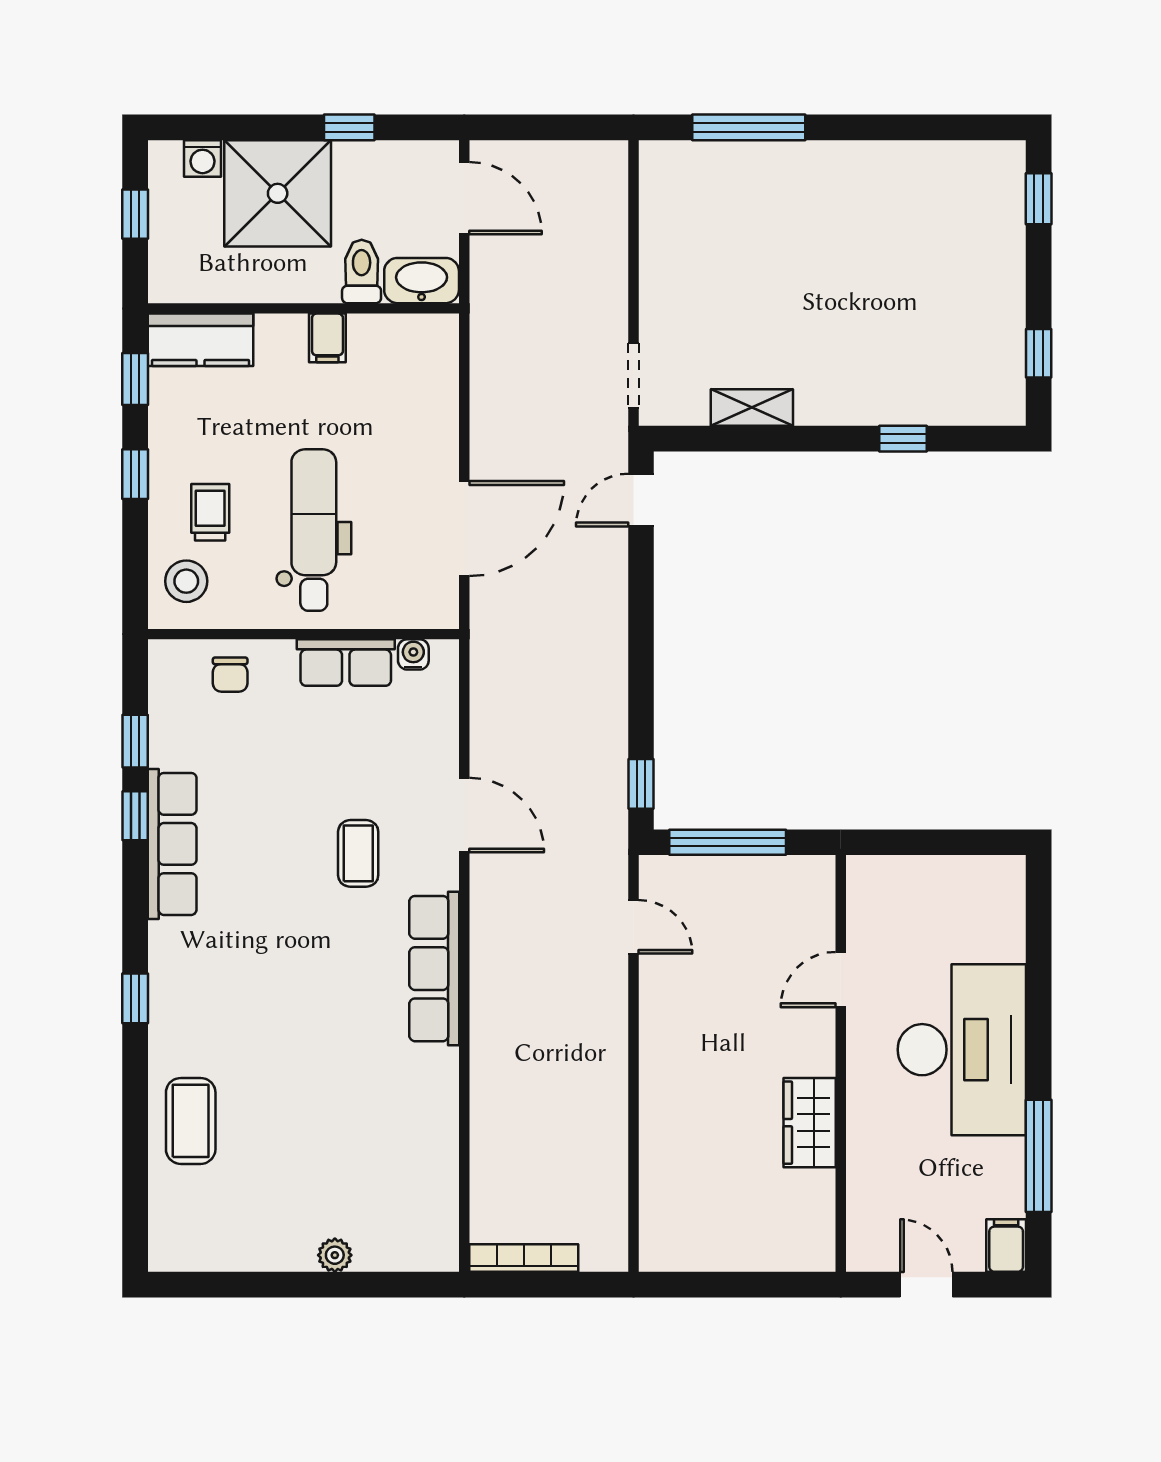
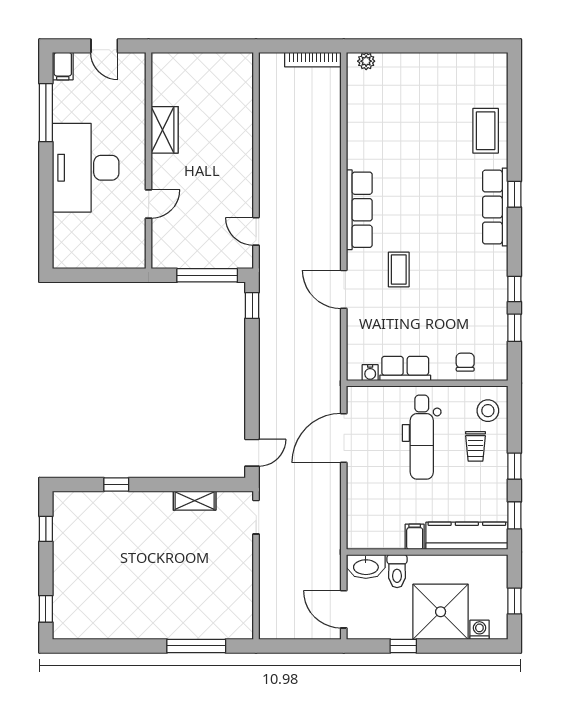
kitchen counter: (200, 340) -> (467, 536), width x1.50
row of seats: (172, 844) -> (495, 207), moved
plant: (335, 1255) -> (366, 61), moved

